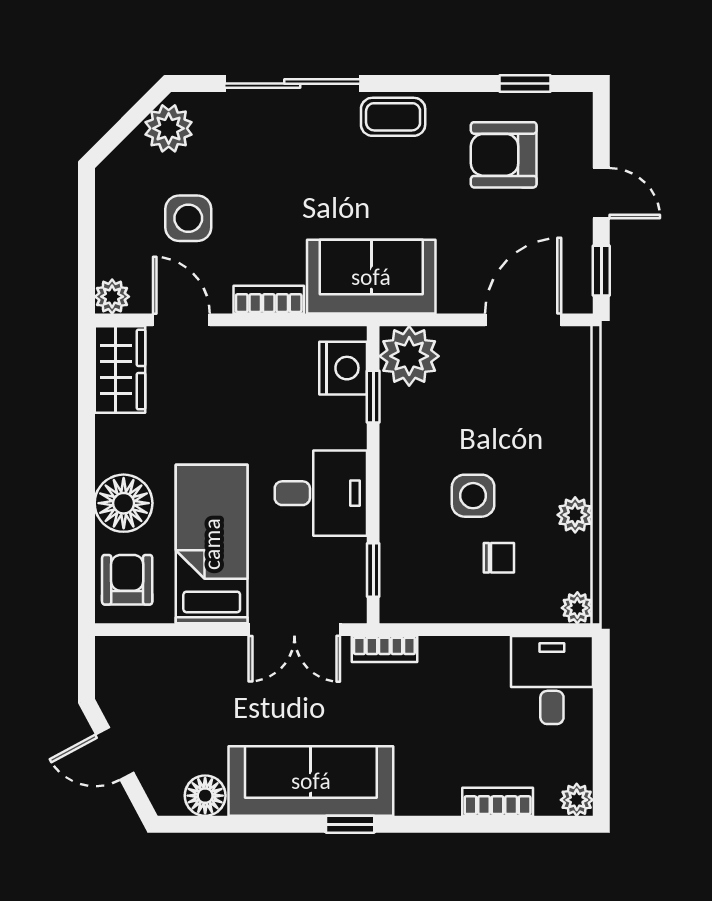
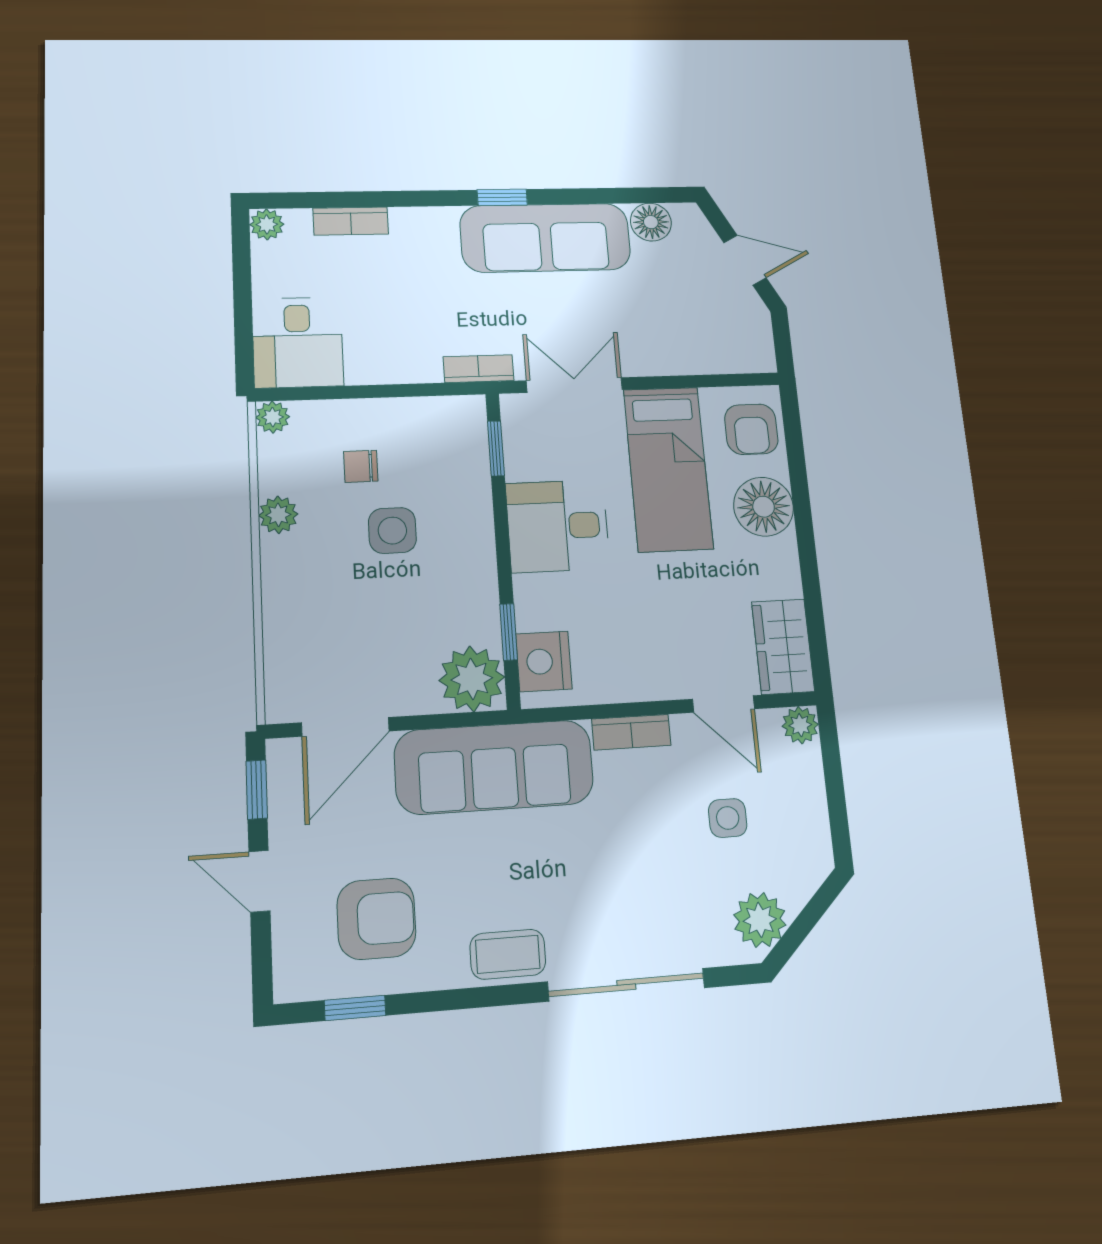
side table: (188, 218) -> (728, 818), width x0.73, depth x0.73
sofa: (371, 277) -> (494, 767), width x1.36

